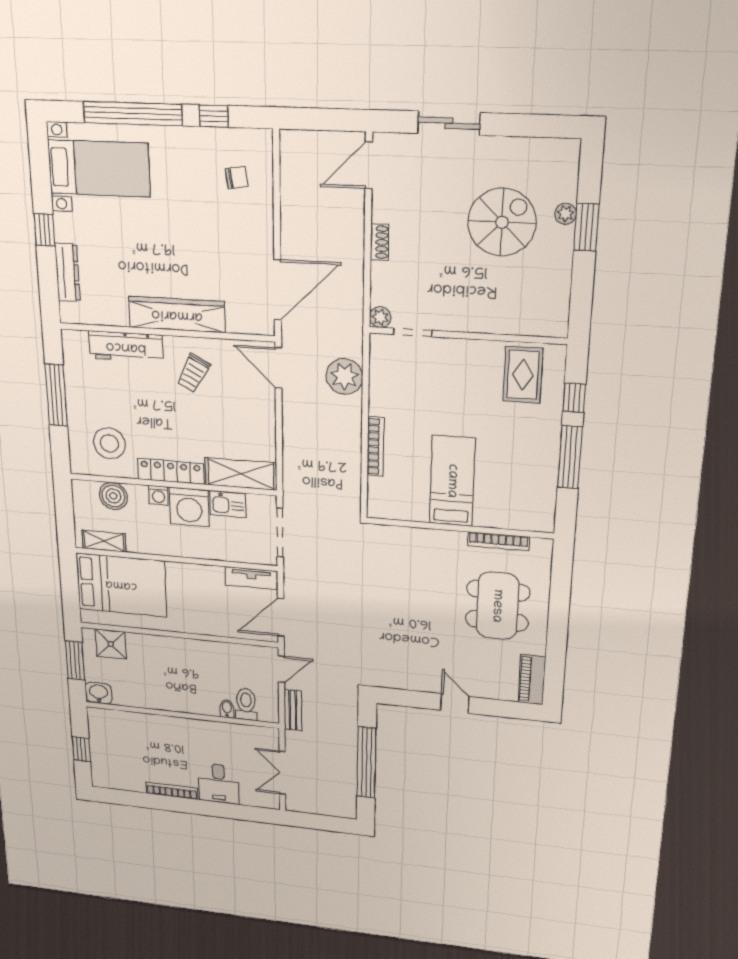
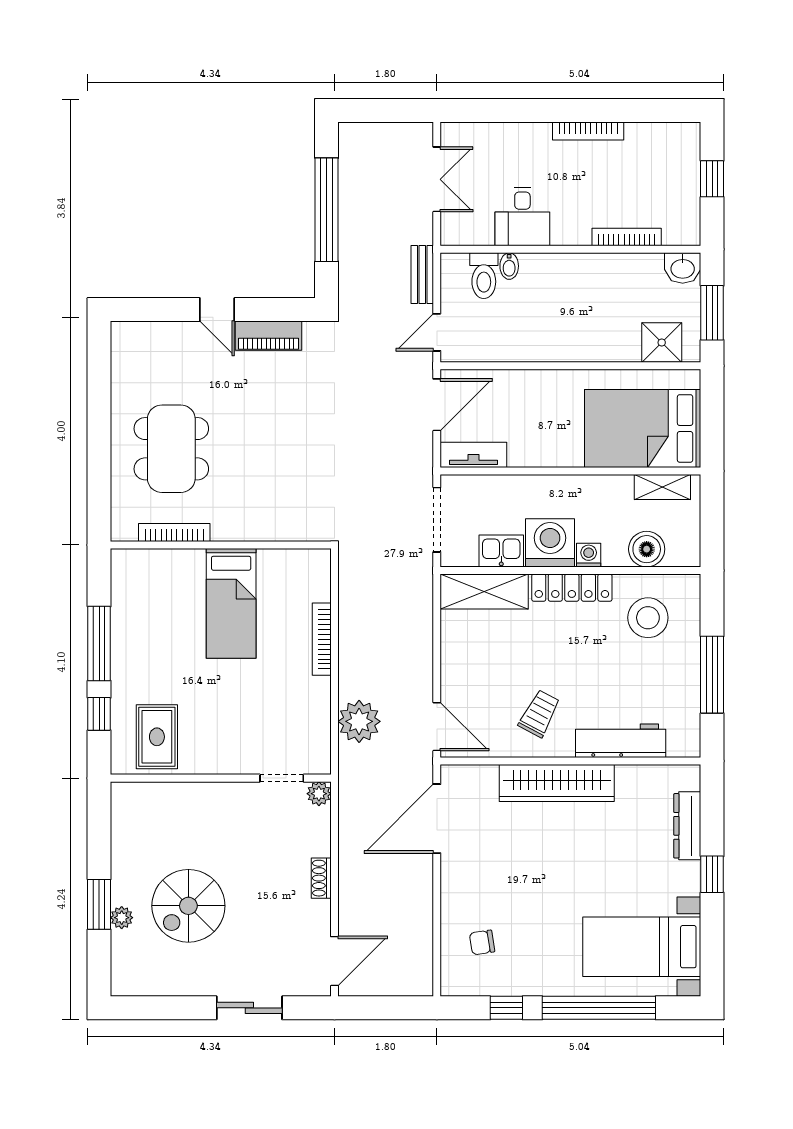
piano: (532, 680) -> (269, 336), moved, turned 90
bookcase: (141, 718) -> (627, 237), added
desk: (219, 783) -> (522, 217), moved, turned 180

